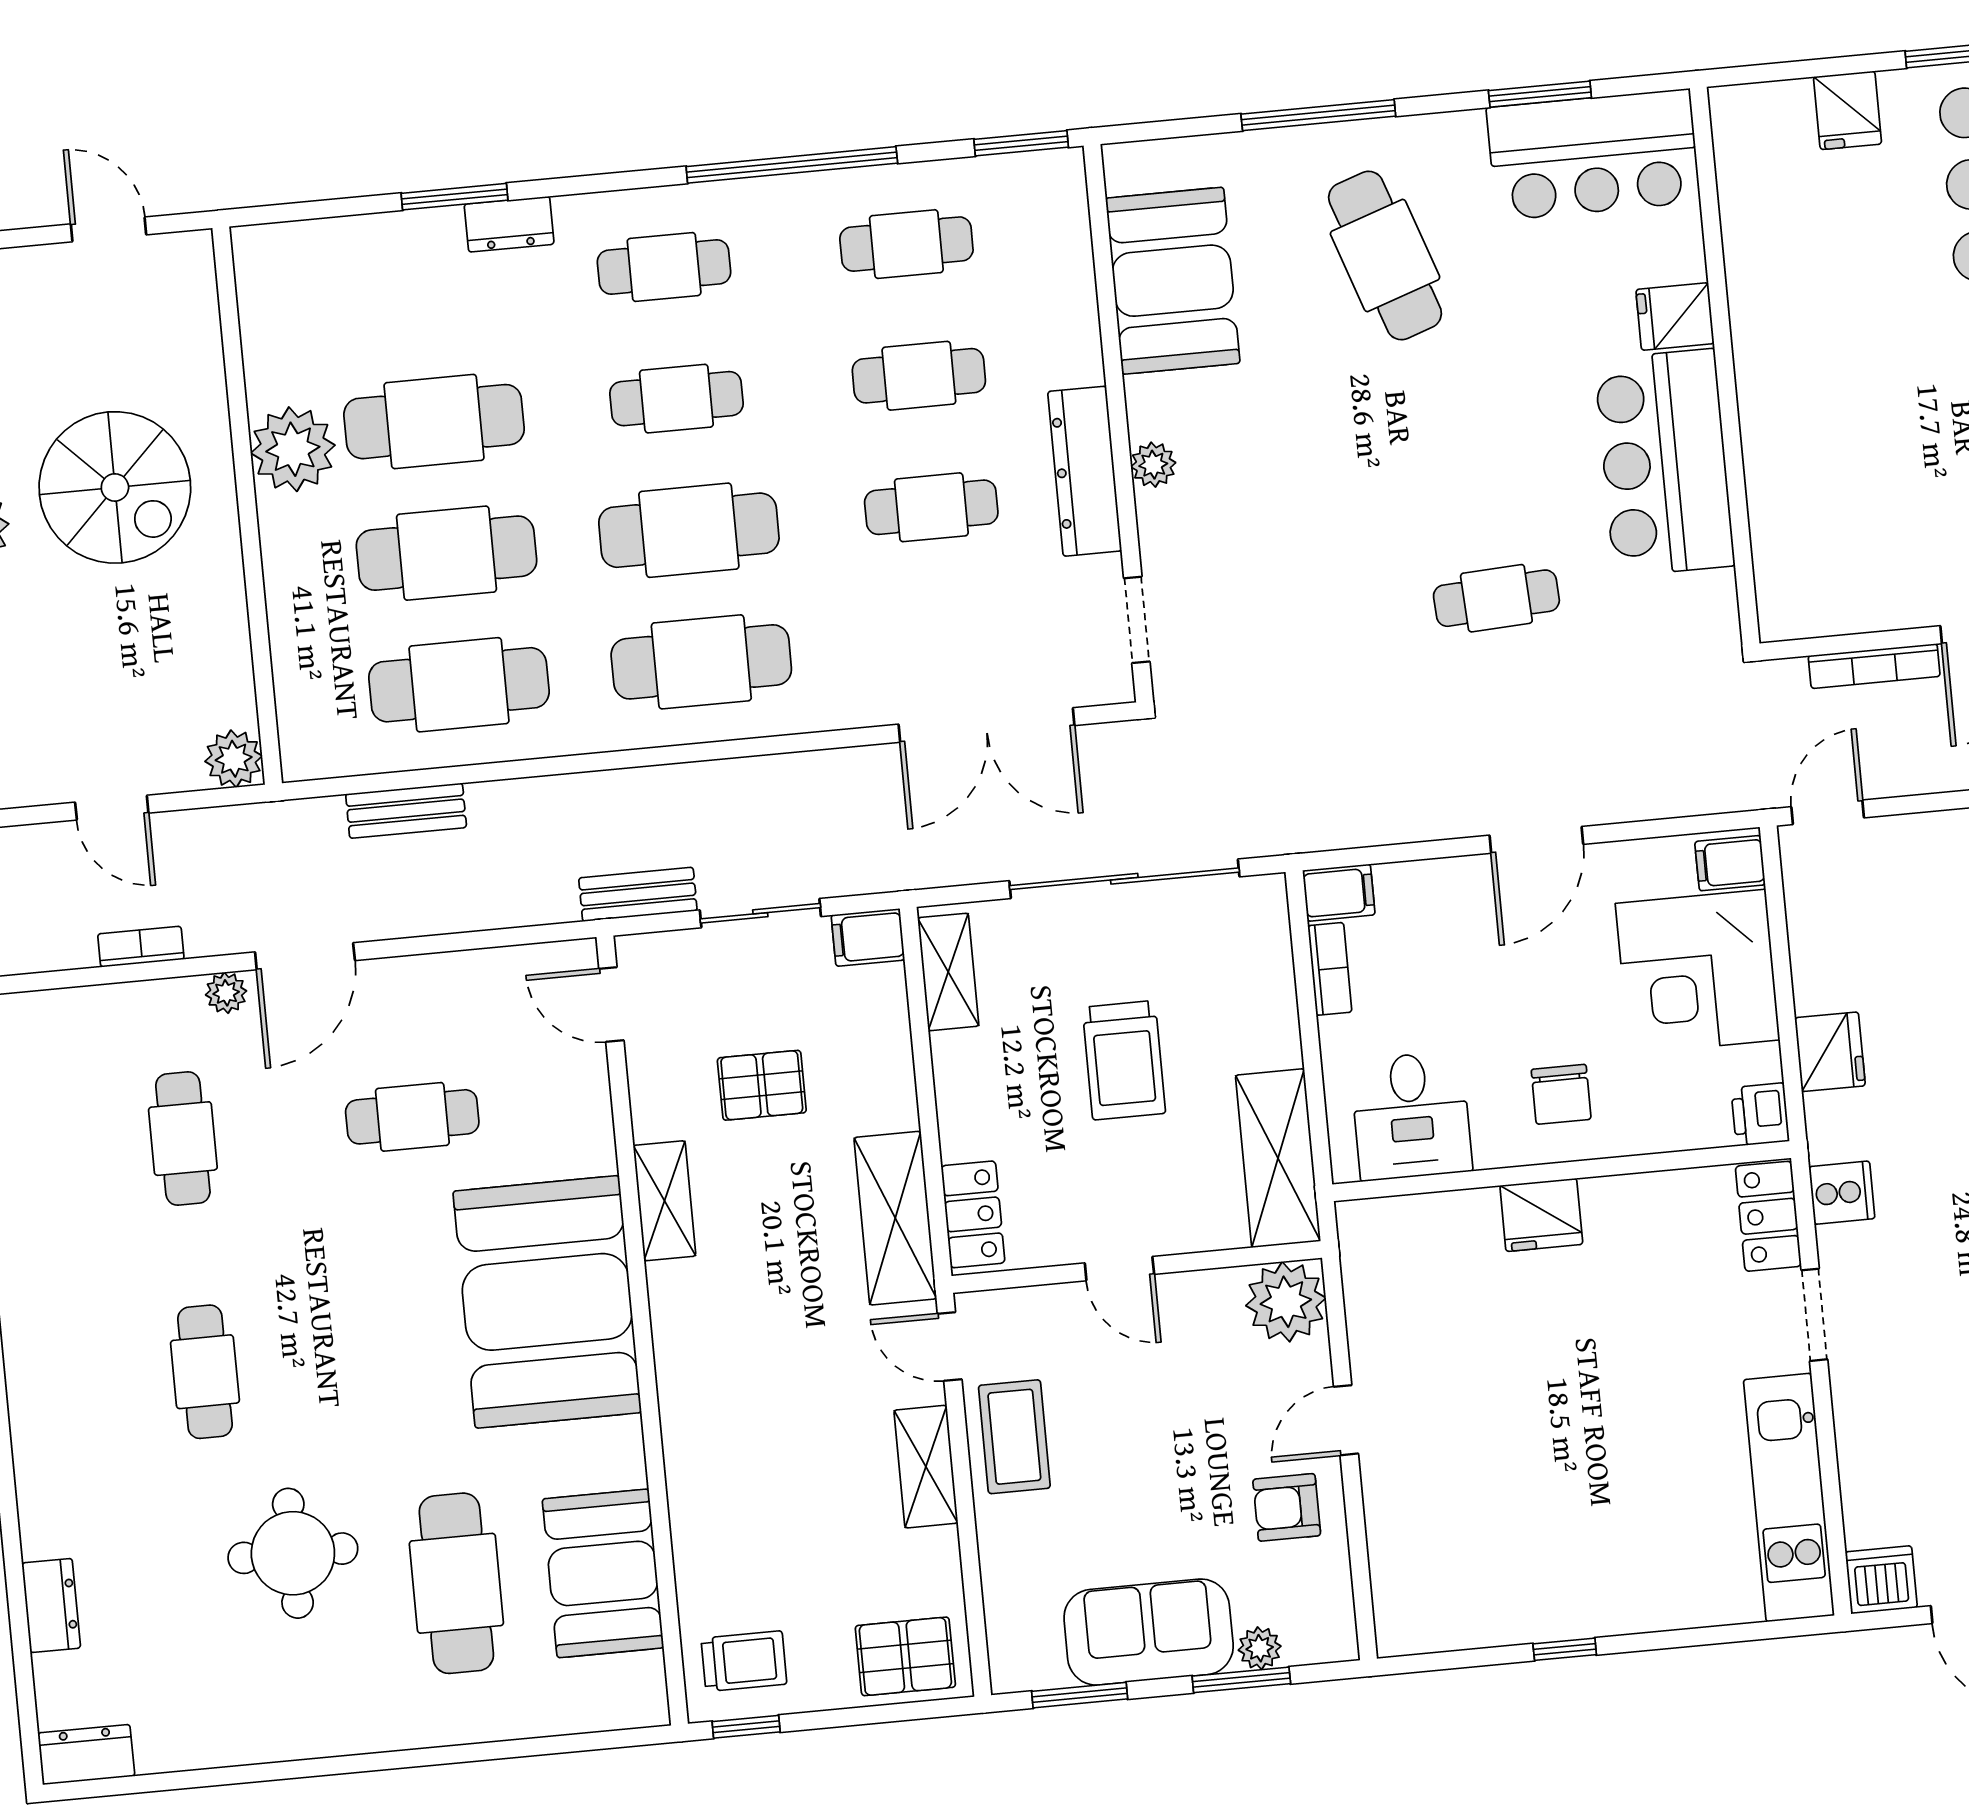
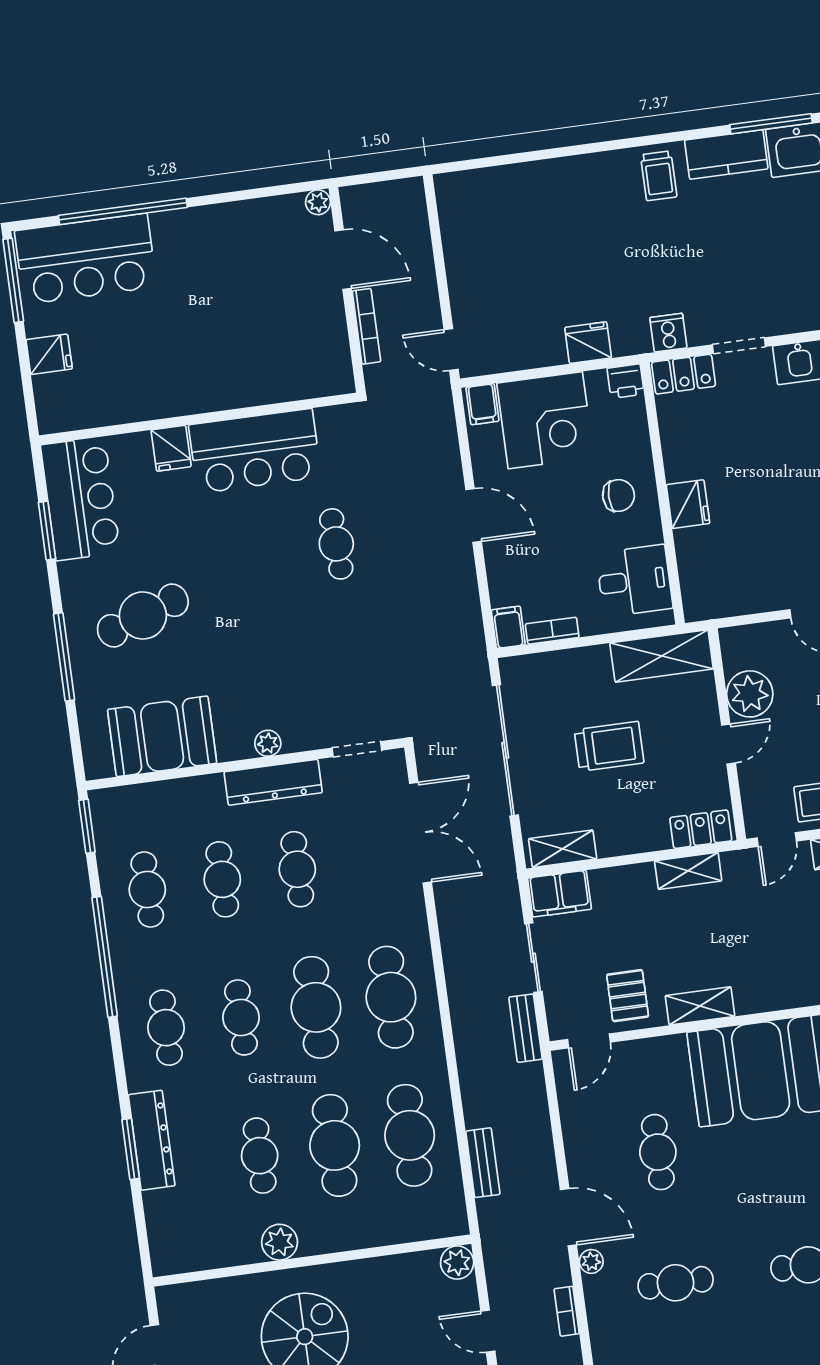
dresser: (509, 224) -> (152, 1140), width x1.96, depth x1.24
cafe table: (434, 422) -> (260, 1156), width x0.73, depth x0.74
plant: (293, 449) -> (280, 1242), width x0.73, depth x0.73
door: (112, 808) -> (488, 1331), swing flipped
filing cabinet: (868, 937) -> (559, 894), width x2.00
pallet: (762, 1085) -> (628, 996), moved
shelving: (895, 1218) -> (688, 871), width x0.67, depth x0.75
plant: (1286, 1302) -> (750, 694), moved

